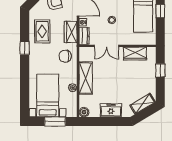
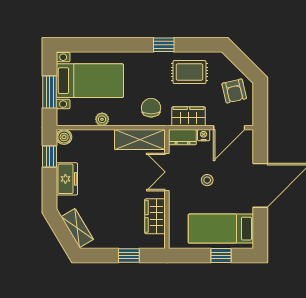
shelving: (86, 78) -> (140, 140), moved
window: (97, 121) -> (50, 157), added

